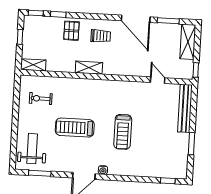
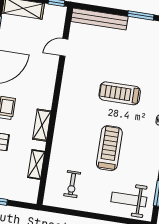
shelving: (33, 65) -> (36, 165), moved
treadmill: (75, 128) -> (109, 148), turned 180
treadmill: (123, 132) -> (120, 93), turned 180

